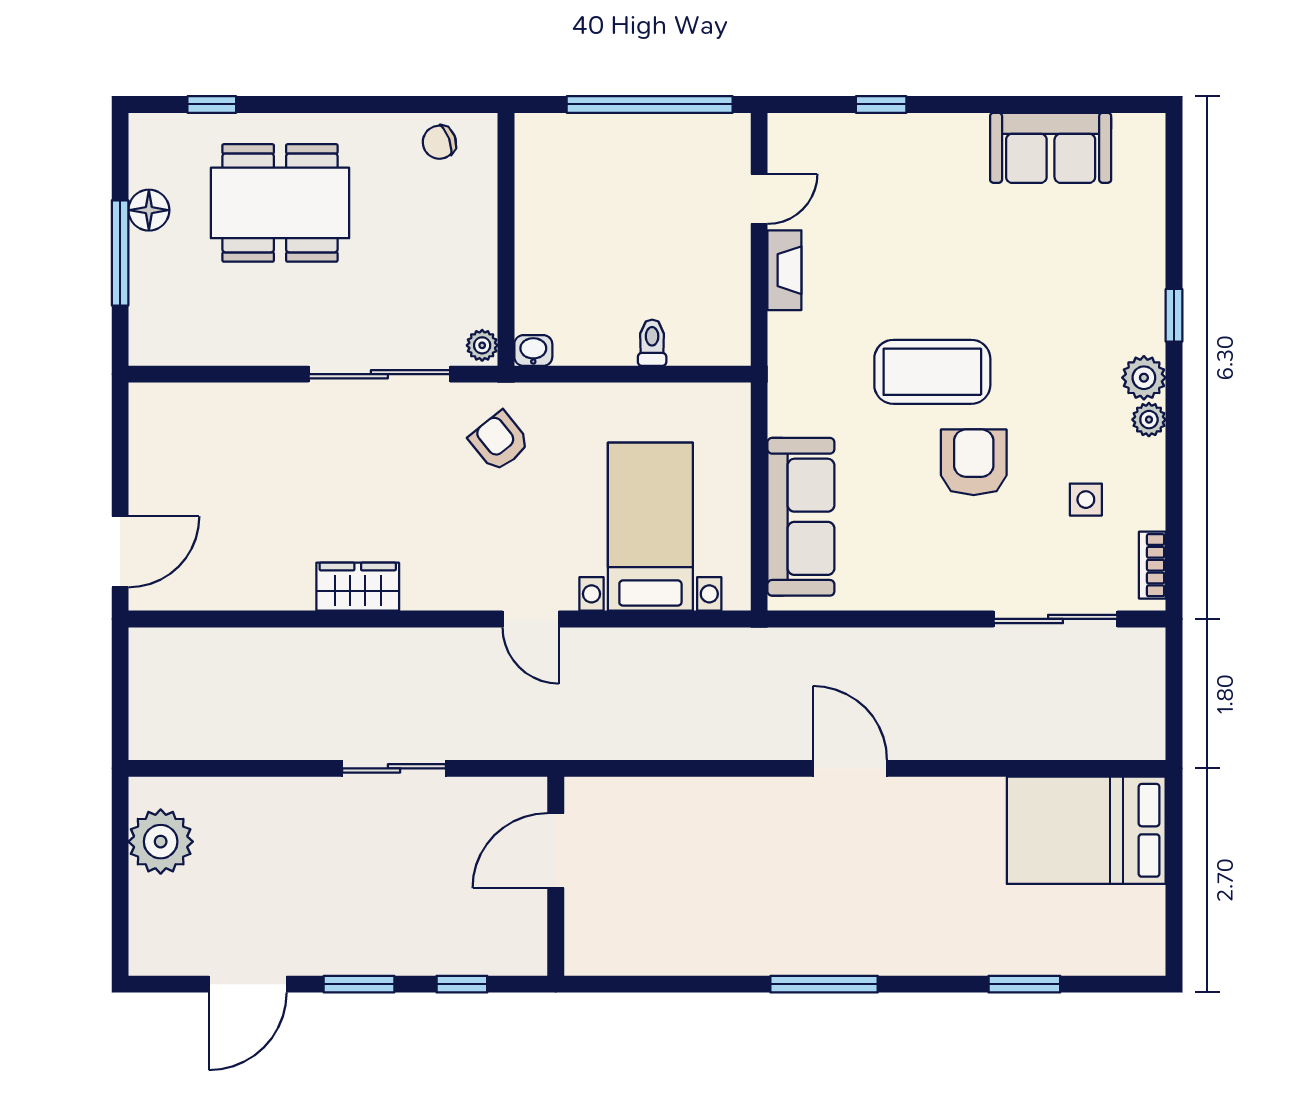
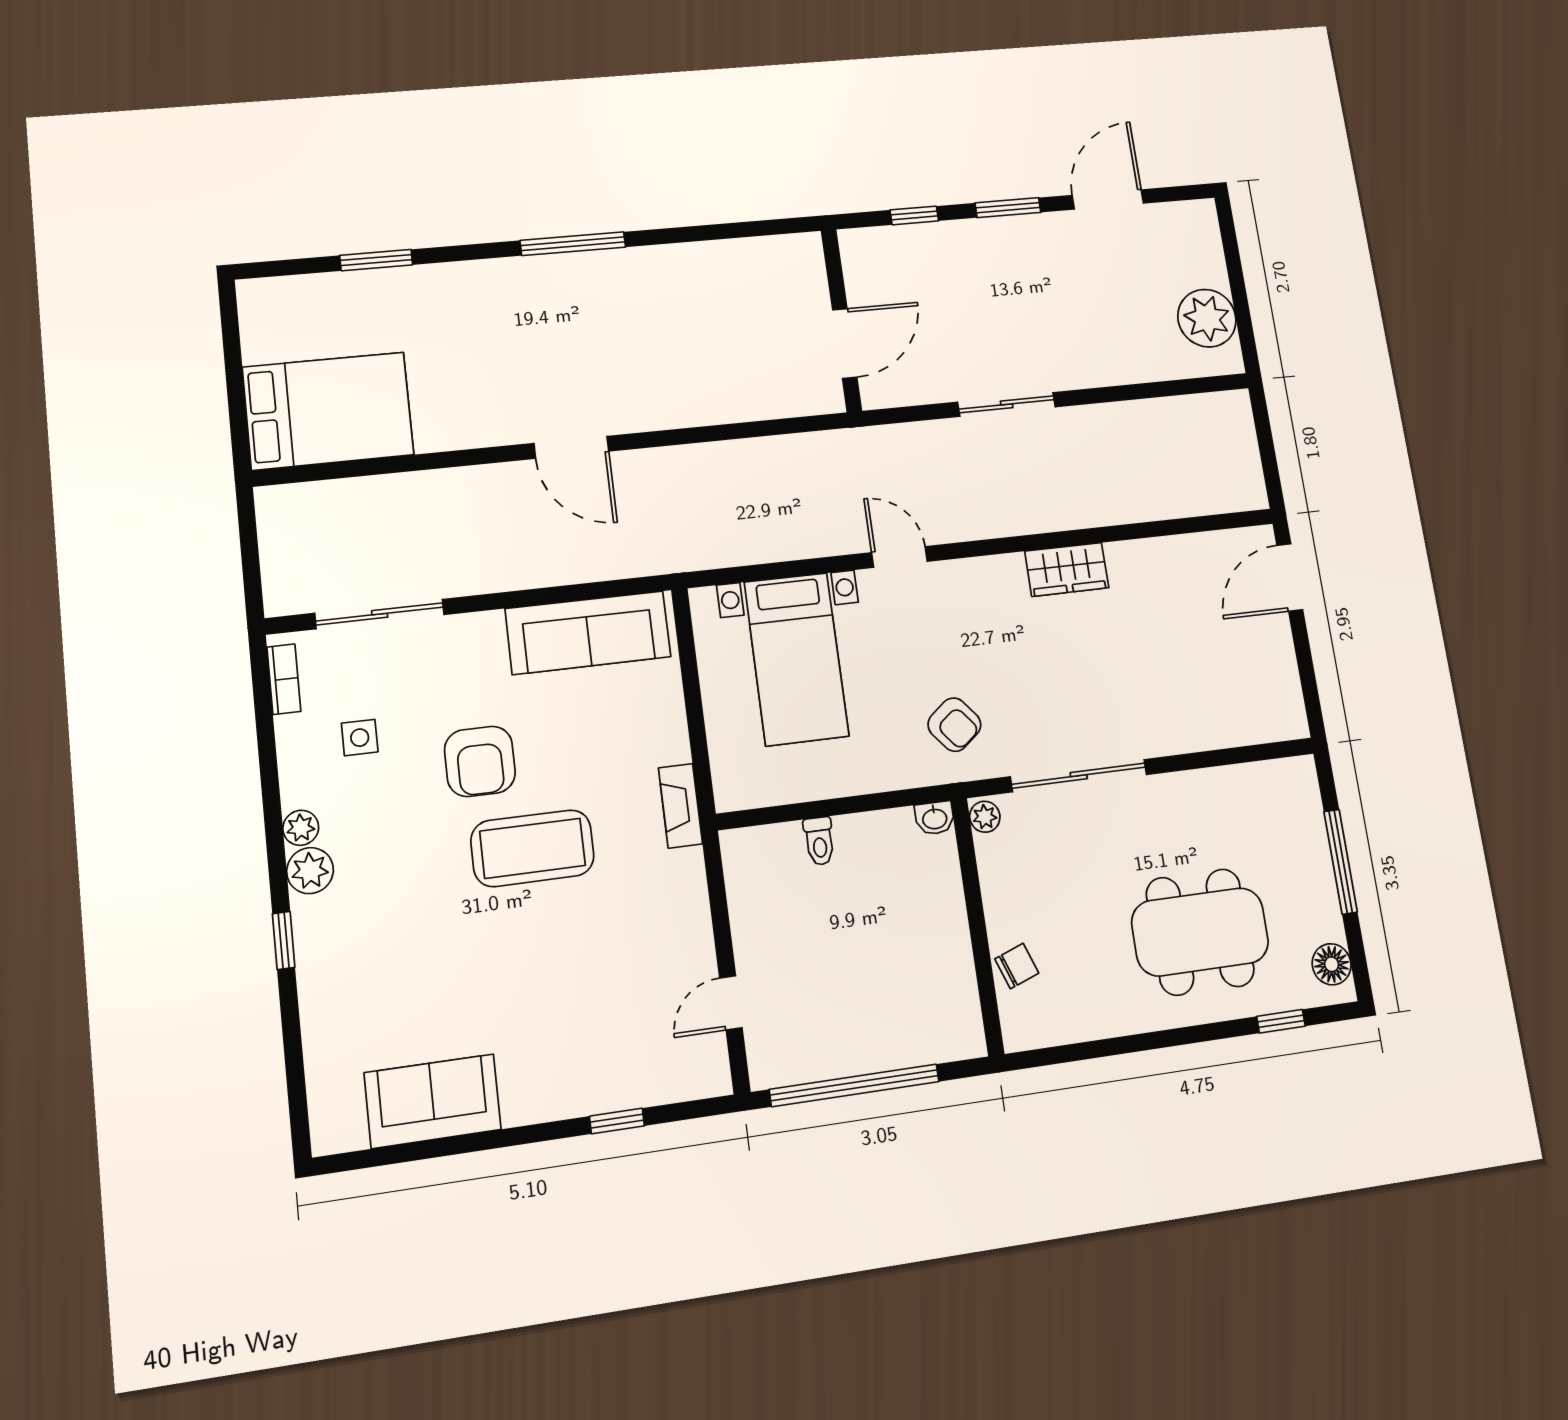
chair: (439, 142) -> (1017, 966), moved
floor lamp: (149, 210) -> (1332, 964), moved
fireplace: (784, 270) -> (680, 806), moved
sofa: (801, 517) -> (588, 633), moved, turned -90

